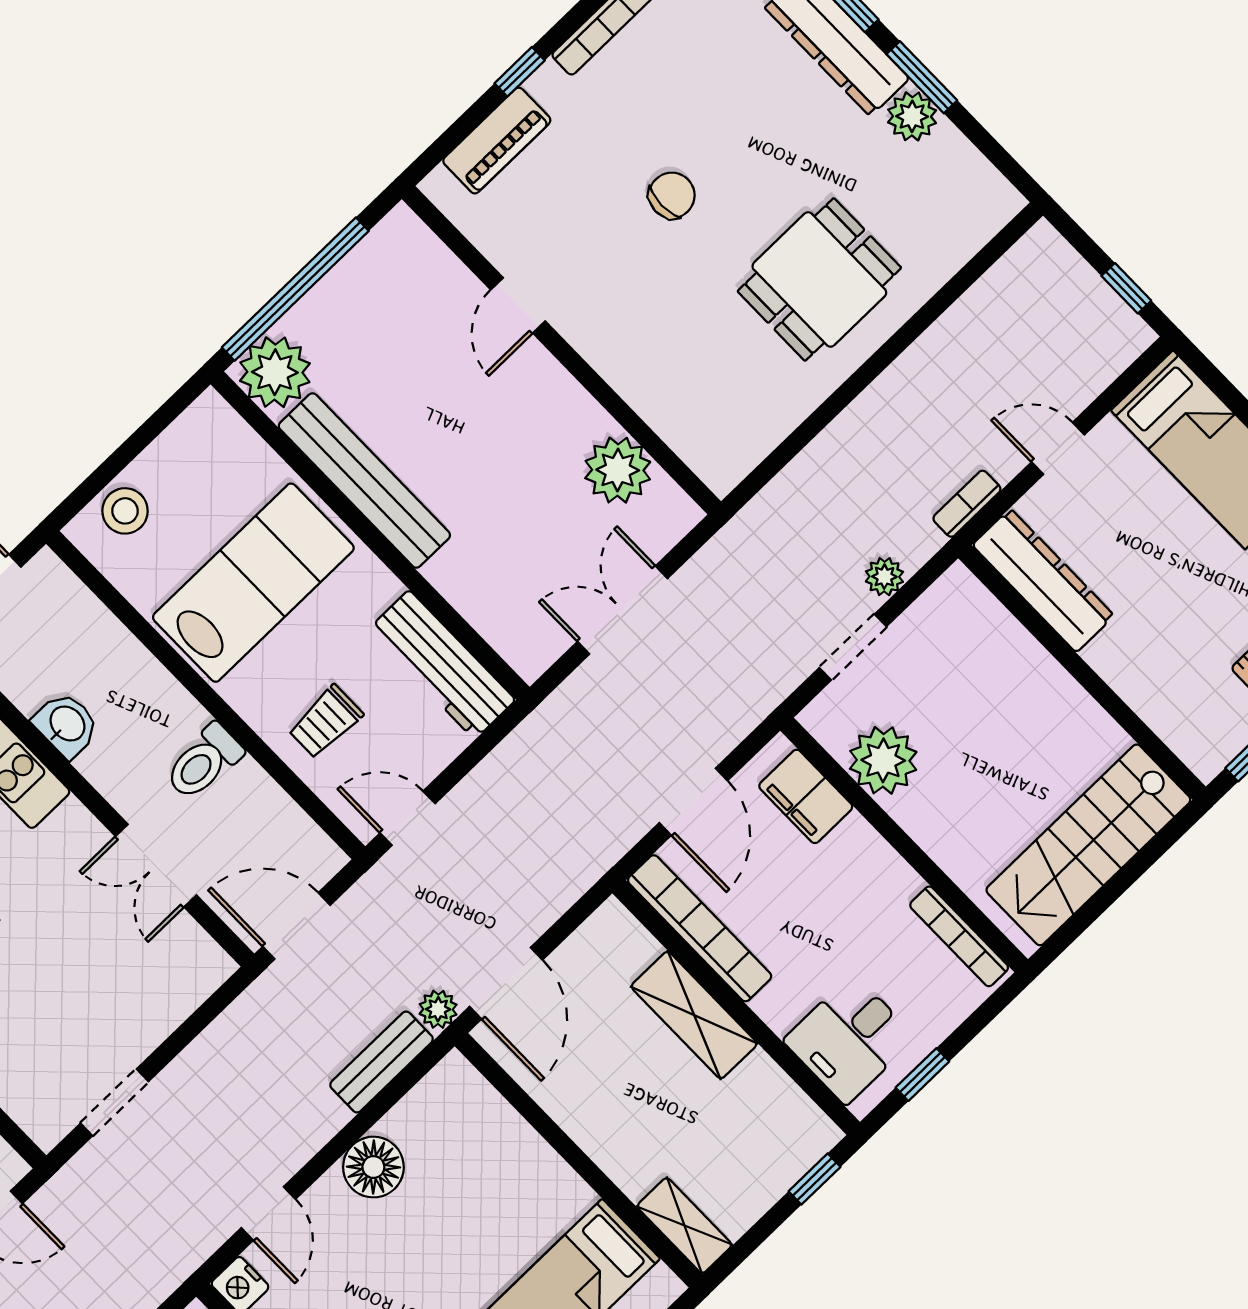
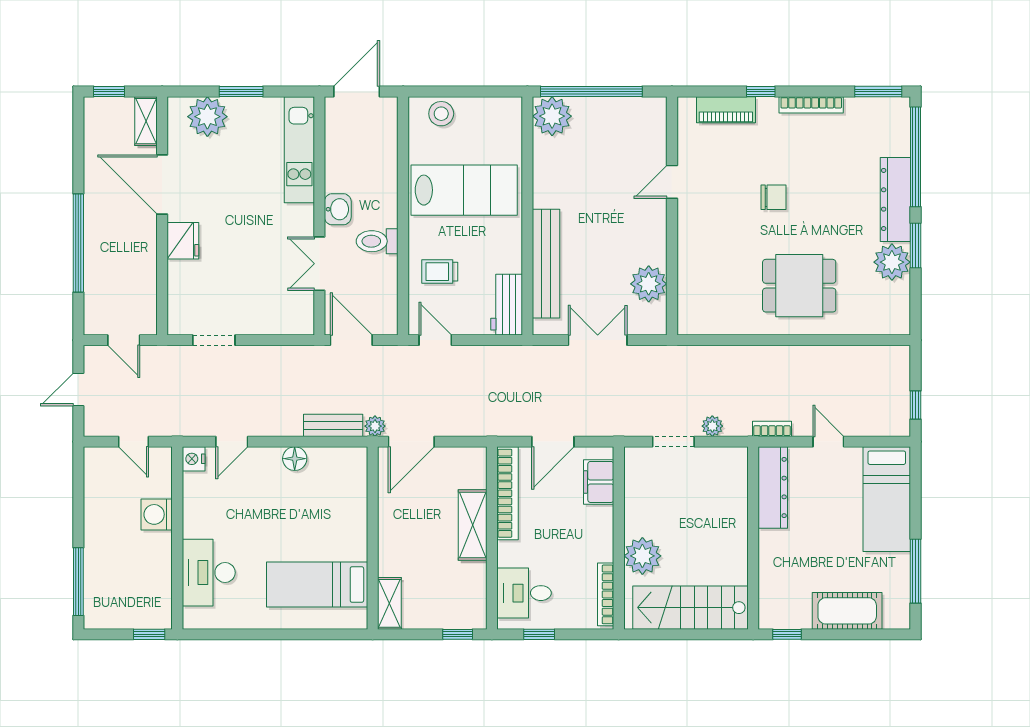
plant: (912, 116) -> (892, 262), width x1.36, depth x1.36
bench: (364, 481) -> (546, 264), moved
workbench: (442, 665) -> (507, 305), width x0.73
washbasin: (66, 725) -> (338, 209), moved
plant: (883, 760) -> (642, 556), moved
floor lamp: (373, 1167) -> (295, 459), width x0.73, depth x0.73

